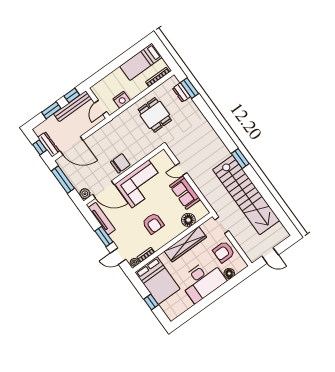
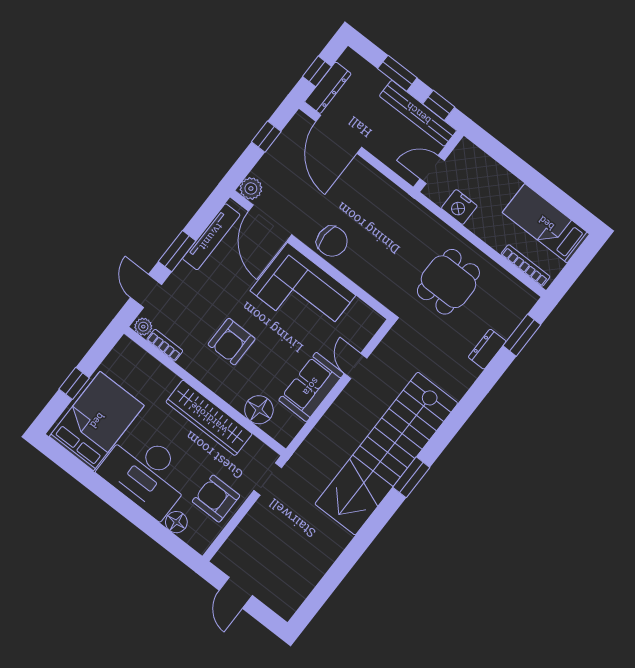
dresser: (181, 92) -> (487, 349), moved
window: (63, 180) -> (266, 137), width x0.46
stairs: (246, 195) -> (386, 454), moved
bed: (158, 281) -> (97, 421), moved, turned 180

